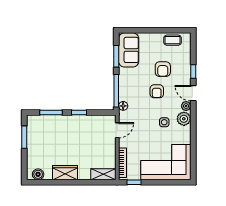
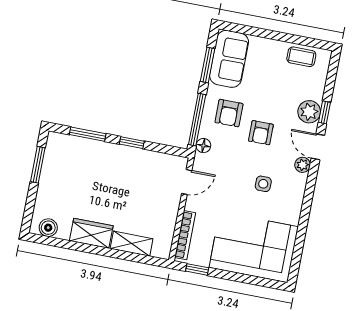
armchair: (163, 69) -> (229, 113), moved
plant: (184, 119) -> (309, 112), moved
shelving: (103, 174) -> (132, 244), moved

